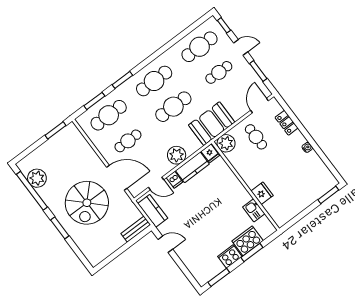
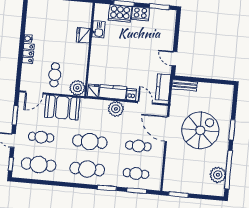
cafe table: (109, 115) -> (136, 173), width x0.73, depth x0.74
locker: (287, 123) -> (28, 53), moved
booth: (212, 124) -> (62, 107), moved

